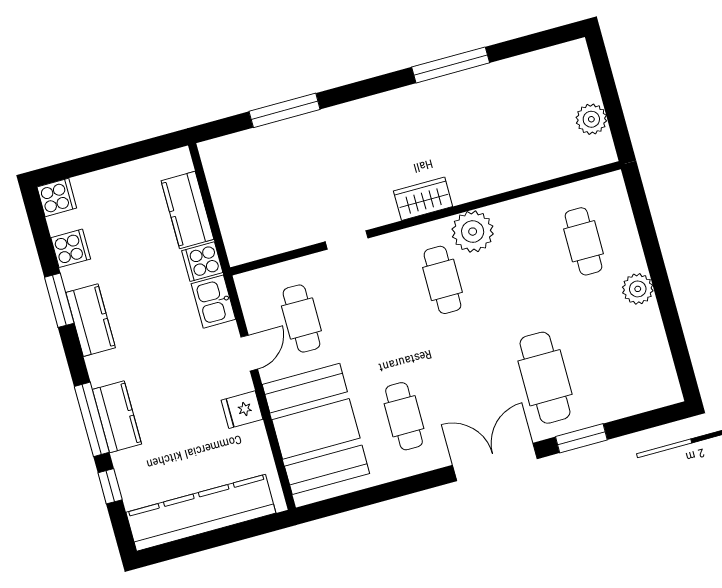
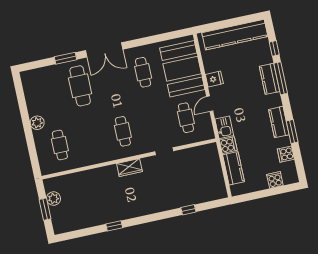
window: (451, 65) -> (114, 226), width x0.46
window: (609, 94) -> (45, 209), added
window: (285, 110) -> (188, 210), width x0.46
cooker: (57, 197) -> (275, 180), moved, turned 90
plant: (473, 232) -> (108, 152), removed

